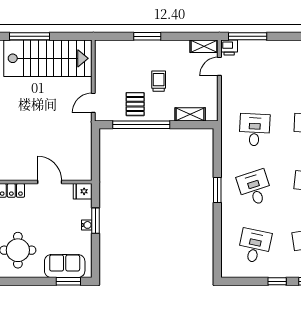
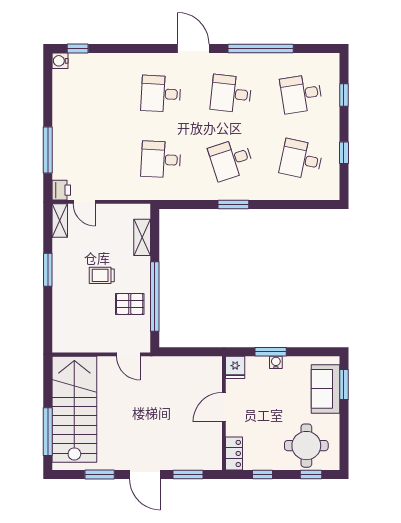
window: (147, 36) -> (48, 270), moved
window: (248, 36) -> (48, 150), moved
window: (277, 281) -> (344, 153), moved

